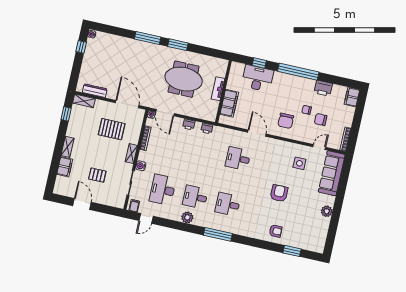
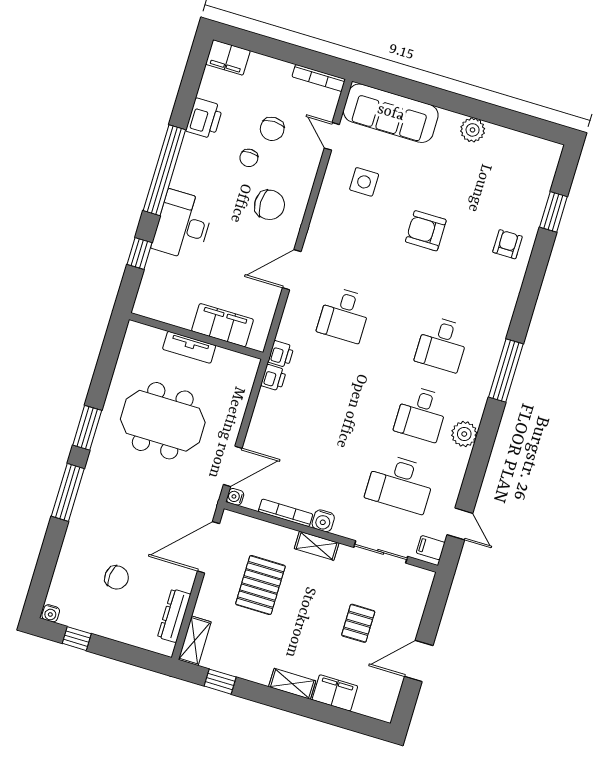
chair: (110, 63) -> (117, 577), added
desk: (258, 78) -> (183, 225), moved
meeting table: (184, 79) -> (163, 421), turned 90
printer: (189, 124) -> (281, 354), moved
water cooler: (141, 166) -> (323, 521), moved

